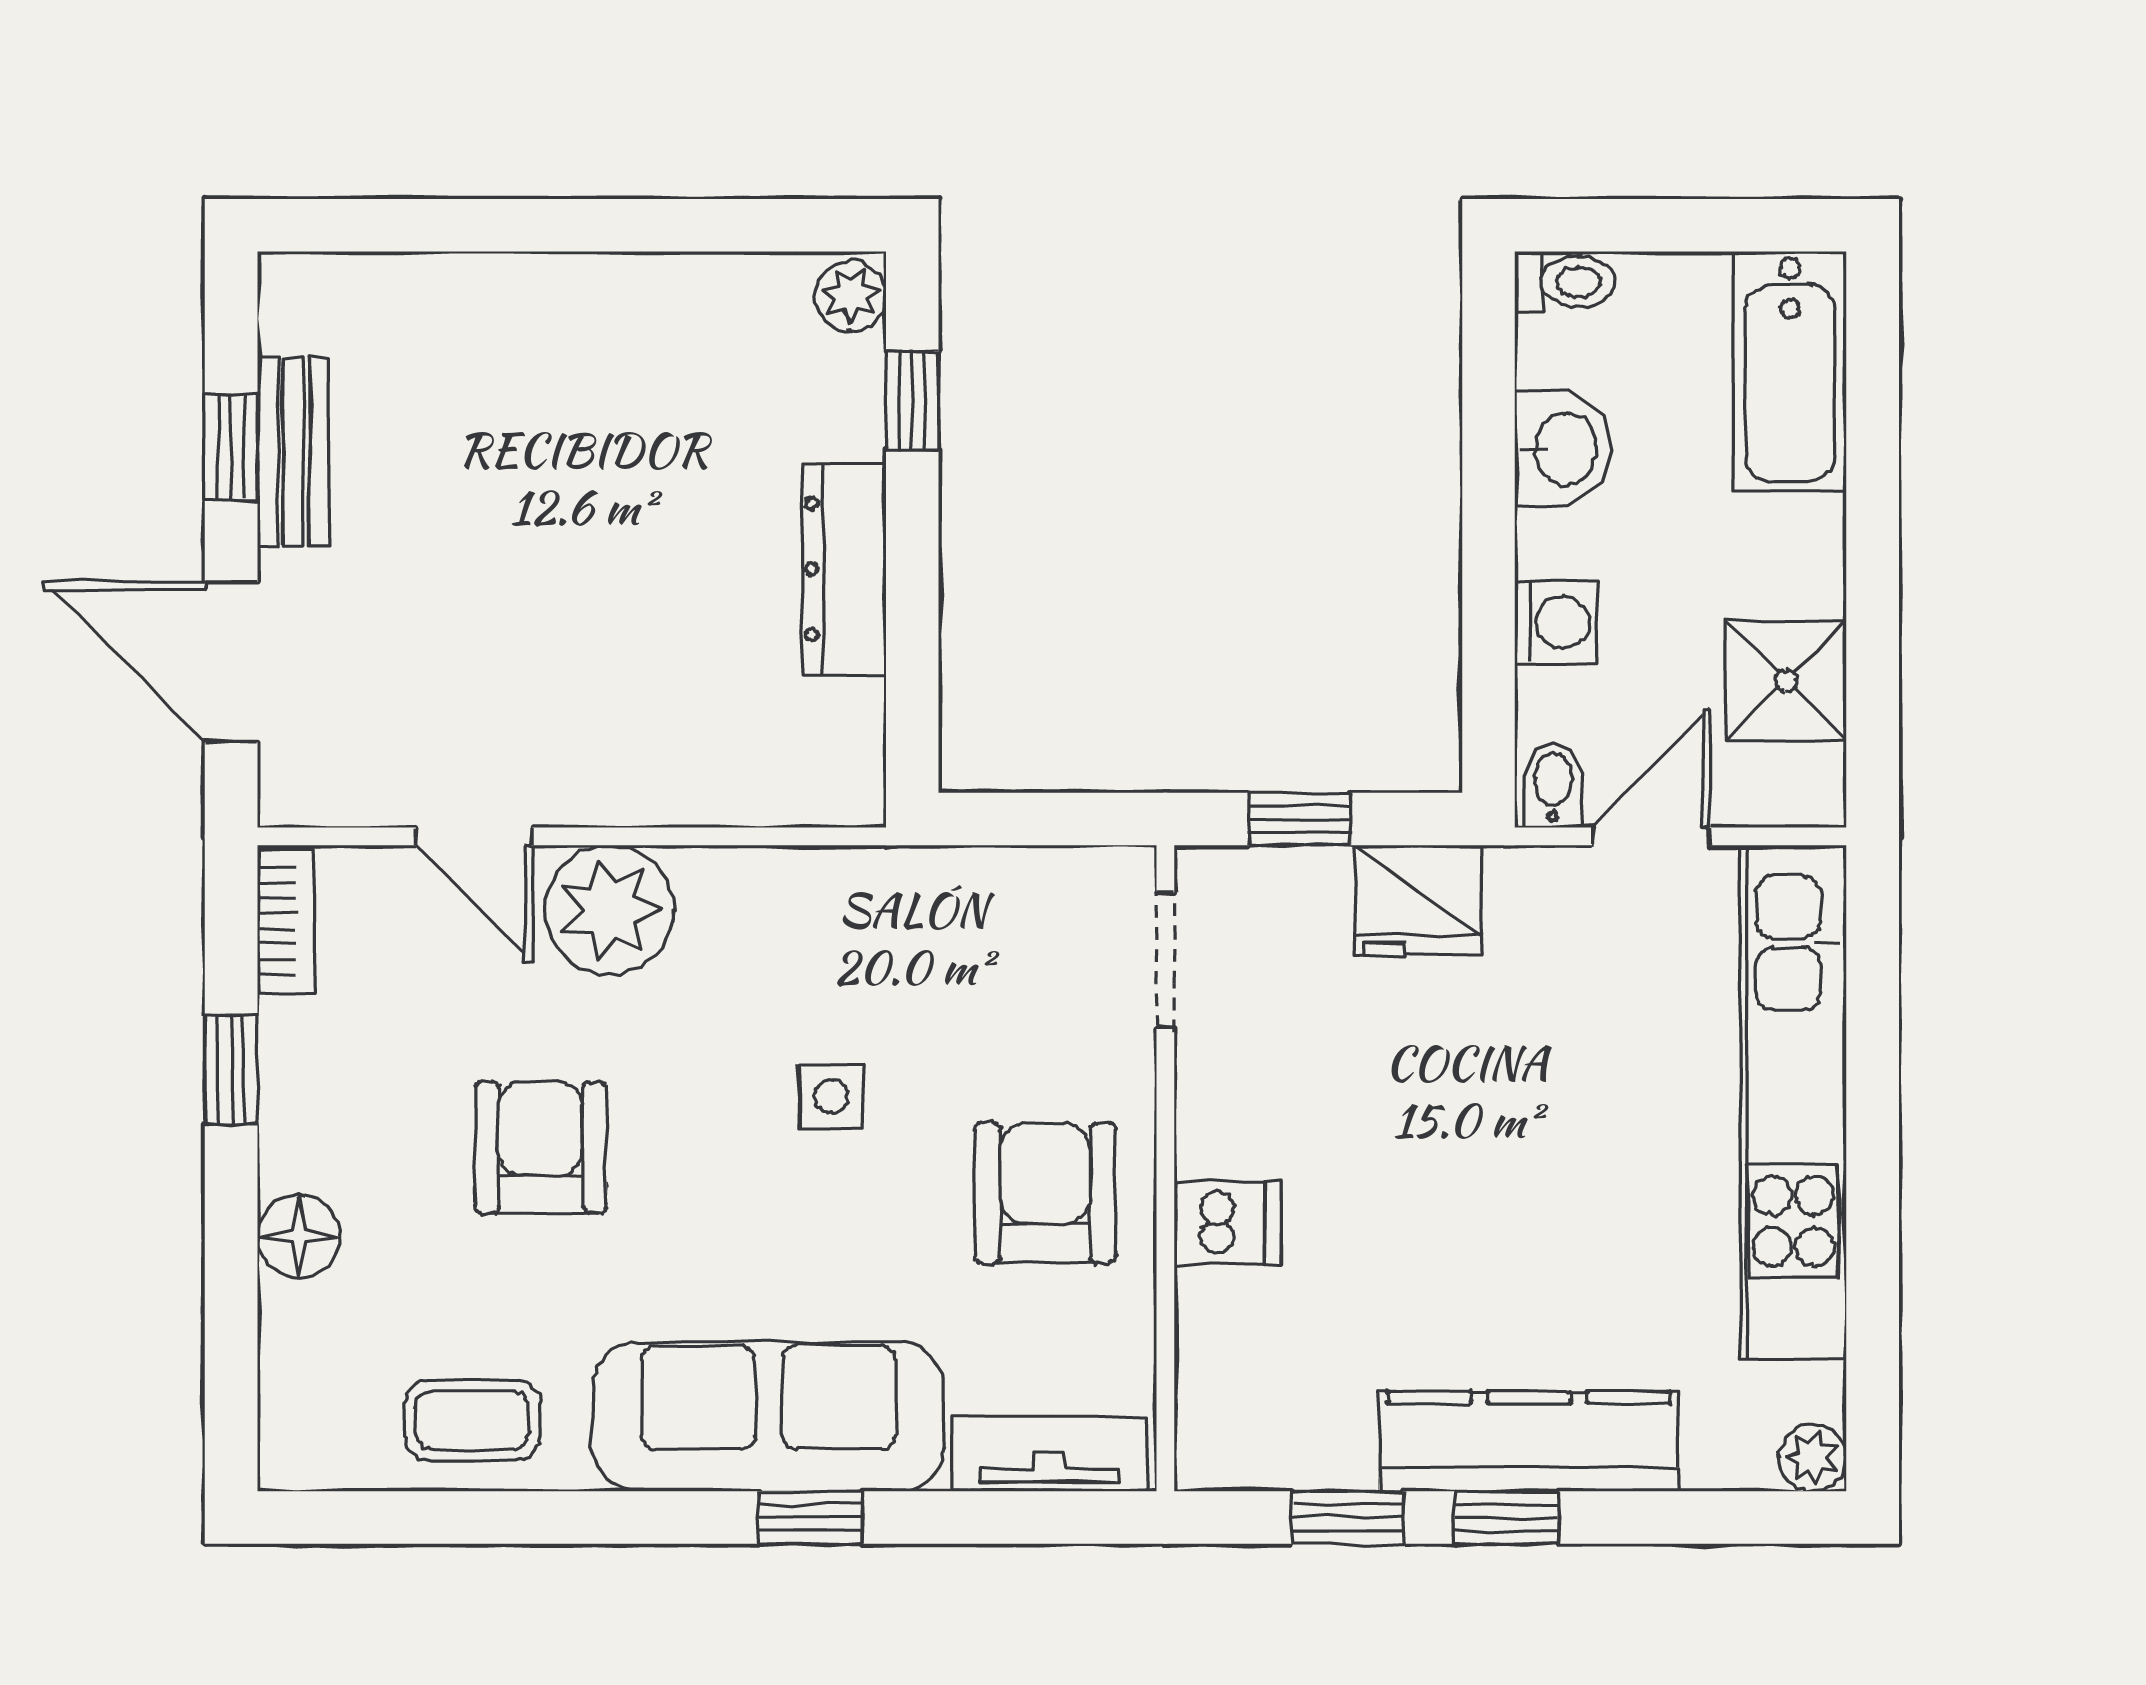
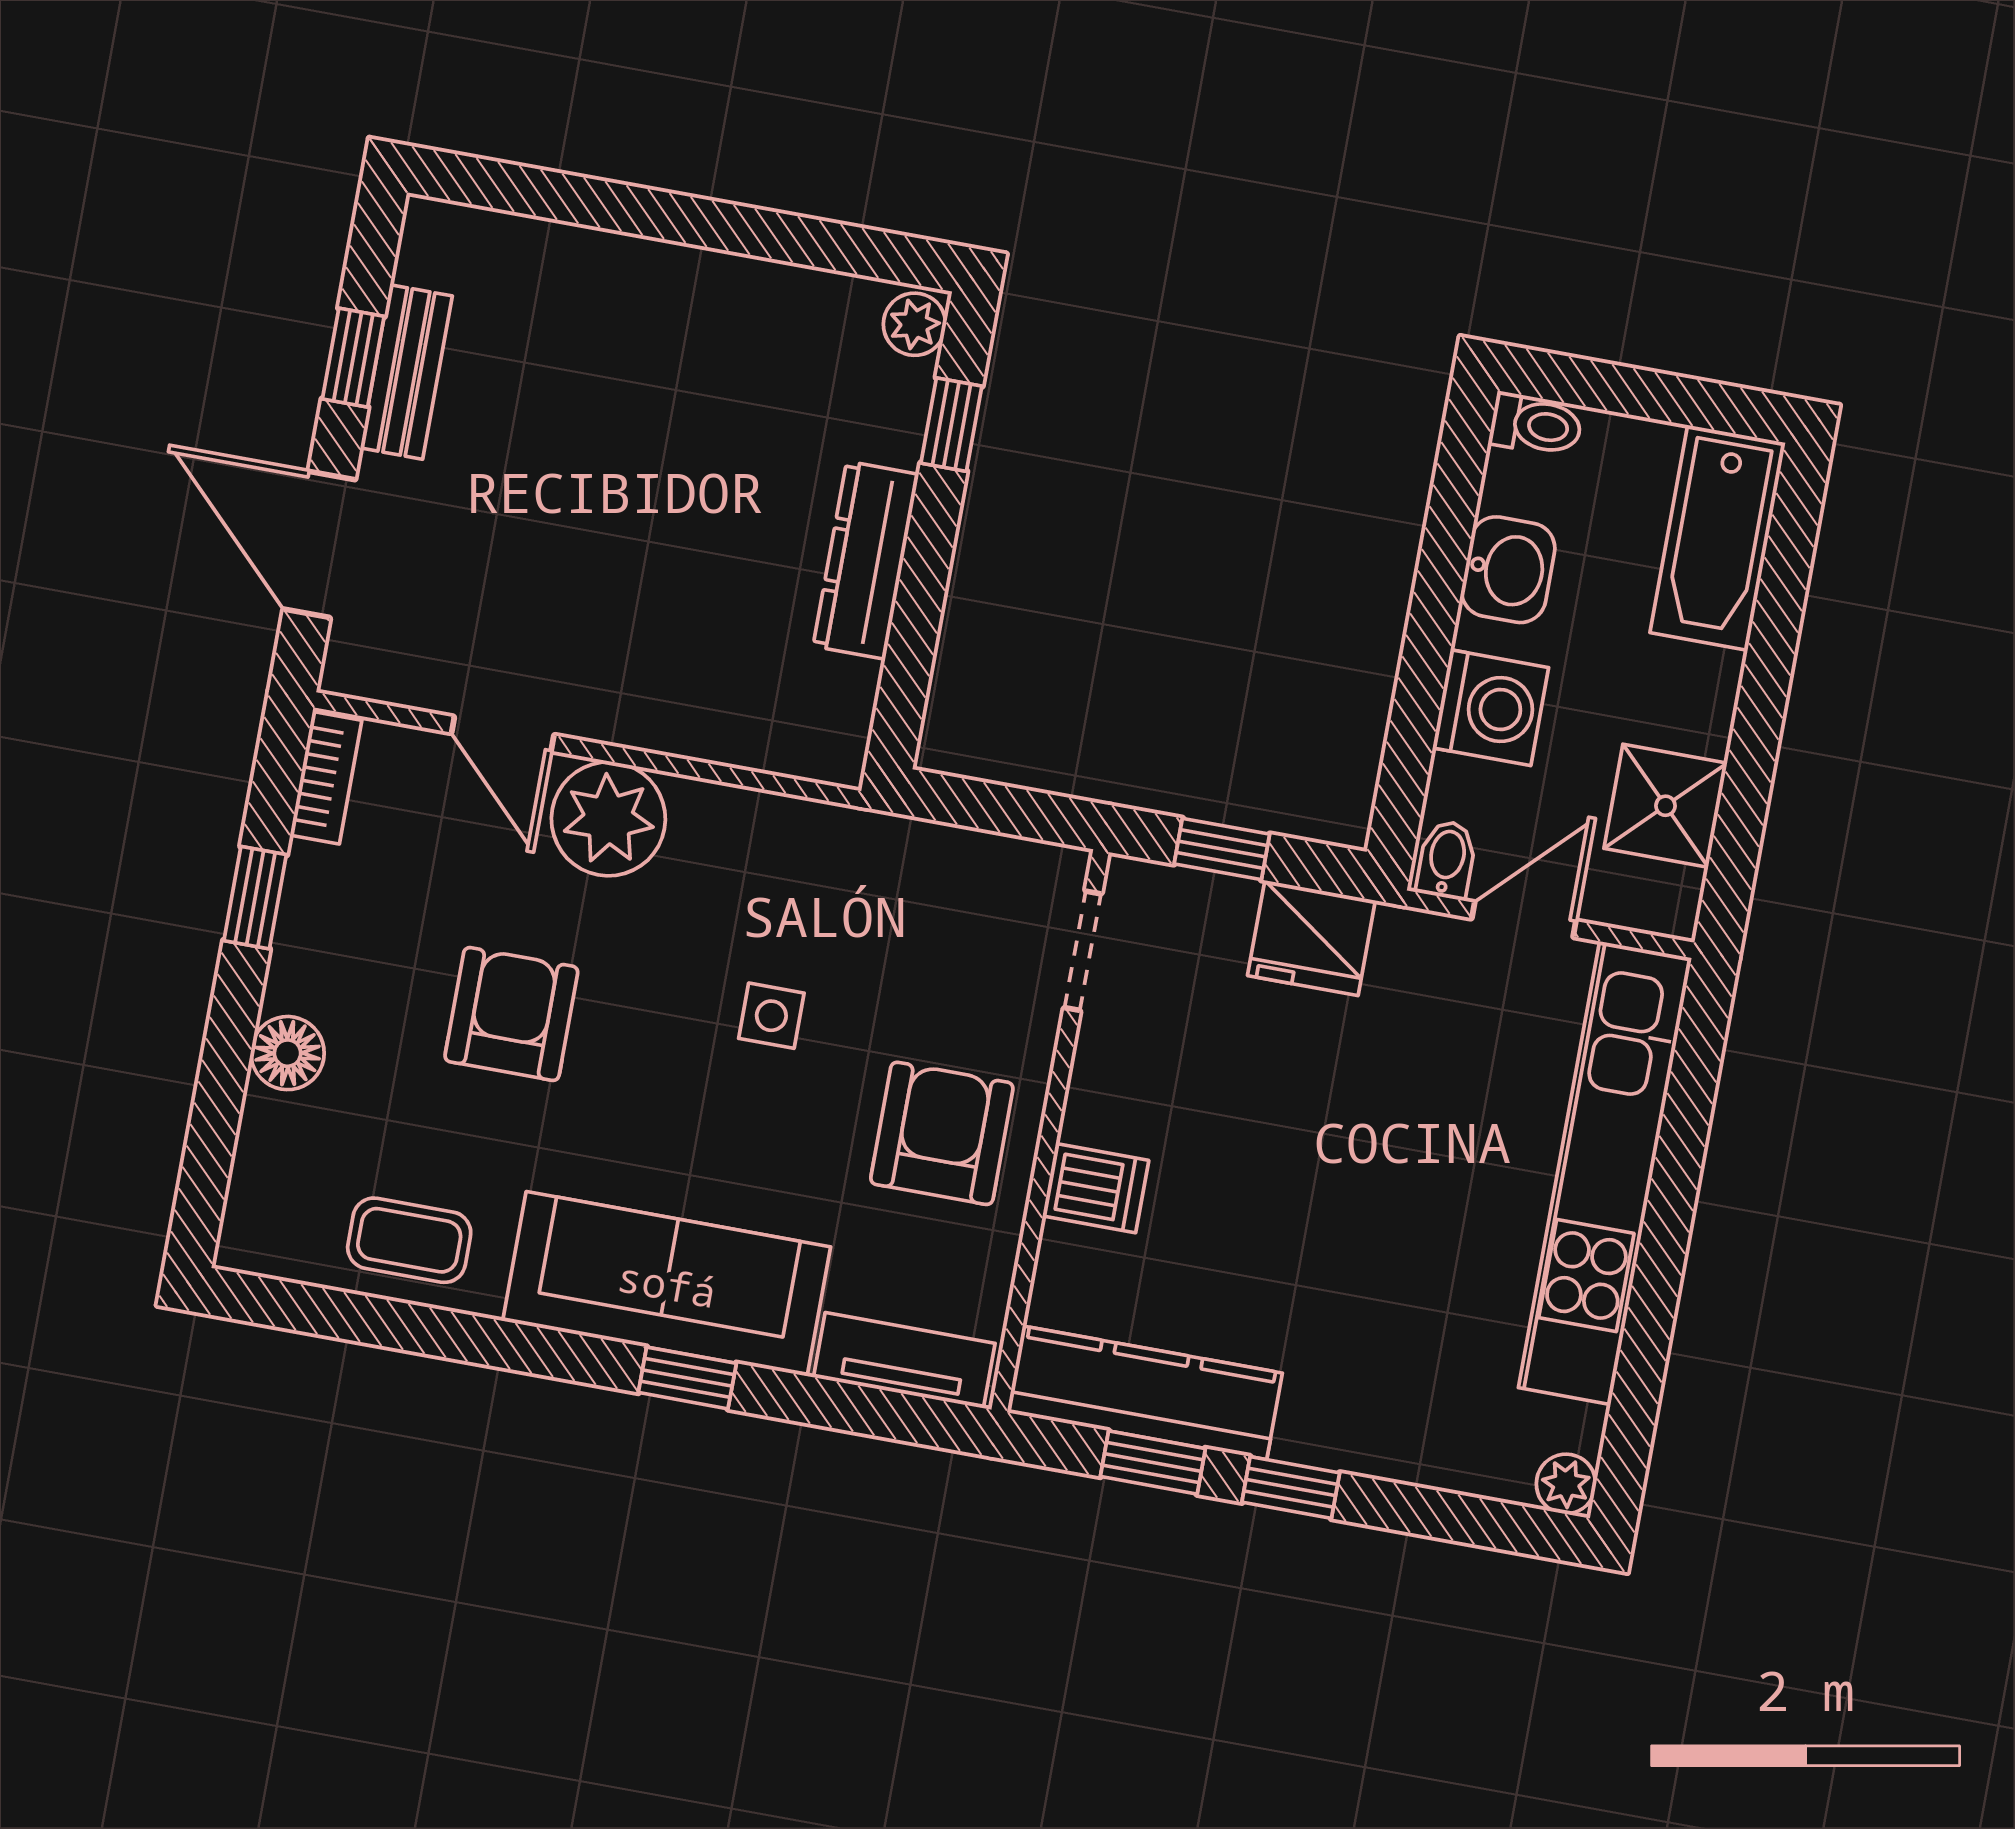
washing machine: (1556, 622) -> (1491, 708), width x1.38, depth x1.38
kitchen counter: (1529, 1441) -> (1145, 1393), moved

